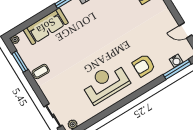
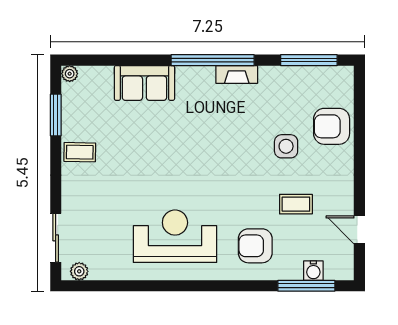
side table: (130, 13) -> (286, 146), added
sofa: (46, 26) -> (144, 83), width x0.73
coffee table: (150, 36) -> (296, 204), added

